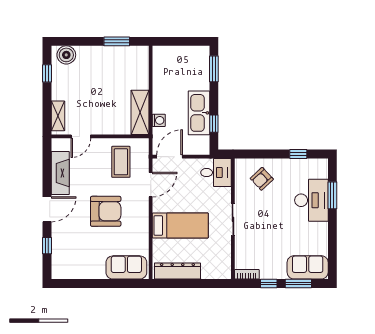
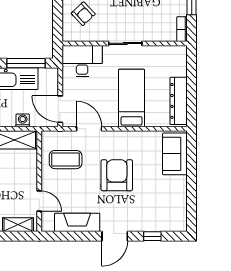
window: (214, 124) -> (26, 63), width x2.17
desk: (216, 173) -> (82, 61), width x1.37
door: (47, 209) -> (115, 236), swing flipped

